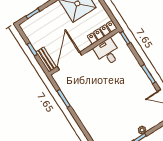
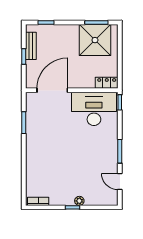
locker: (102, 32) -> (107, 83), width x0.66
desk: (107, 52) -> (94, 109), width x1.87, depth x1.30
bench: (46, 60) -> (31, 46), moved

